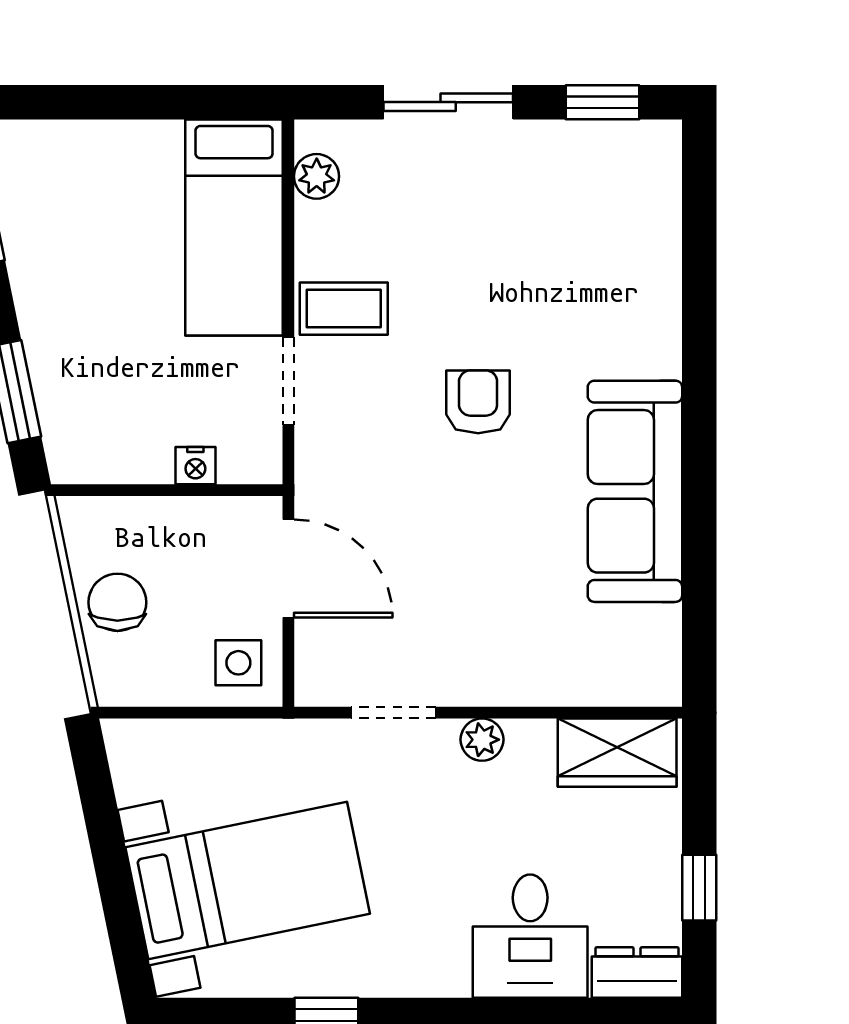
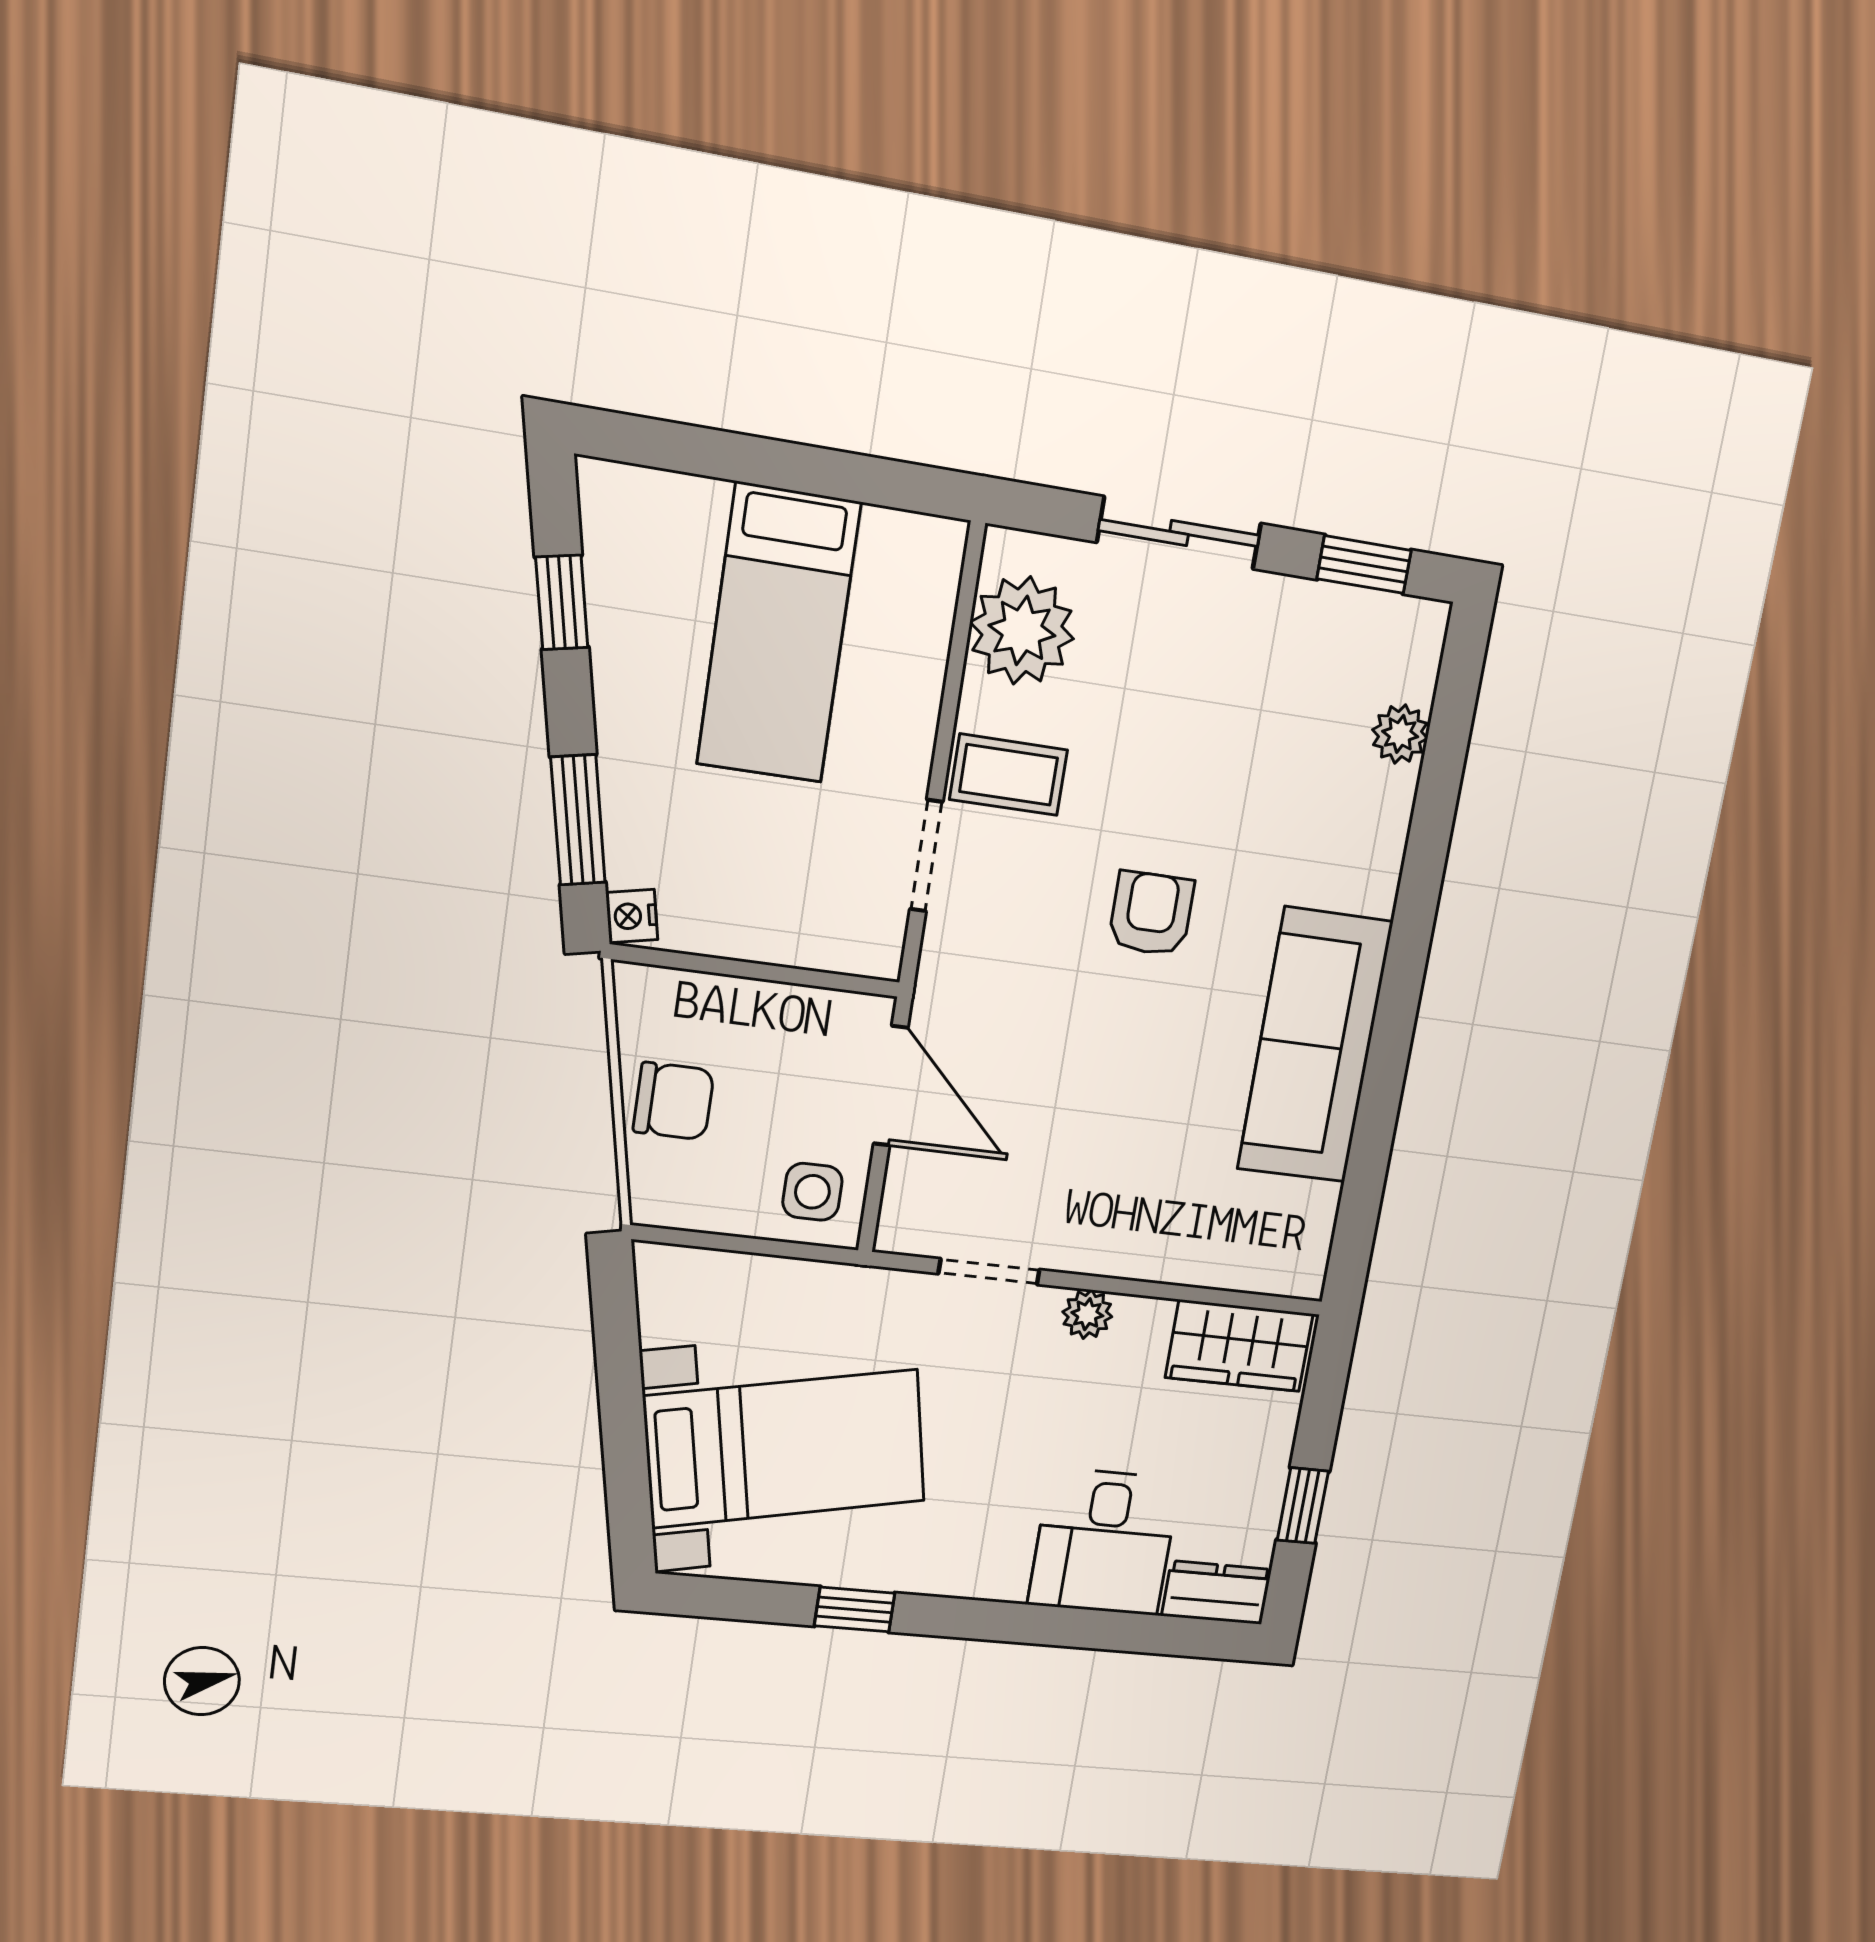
plant: (317, 176) -> (1022, 630), width x1.87, depth x1.87
bed: (234, 228) -> (779, 633), moved
plant: (658, 230) -> (1400, 734), added
nightstand: (195, 466) -> (632, 916), moved, turned 78
chair: (117, 602) -> (674, 1101), turned 90

